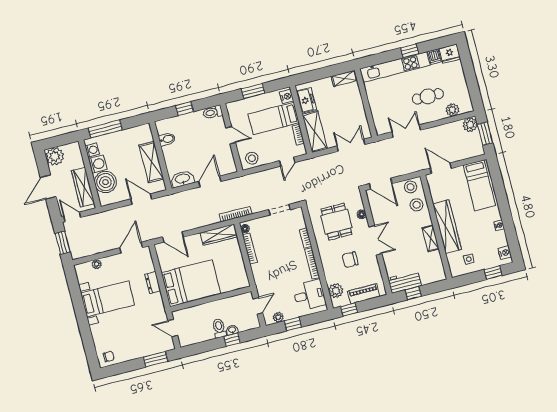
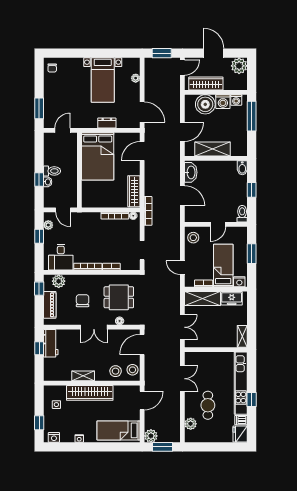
plant: (470, 125) -> (151, 436), moved
bidet: (167, 139) -> (242, 168), moved

